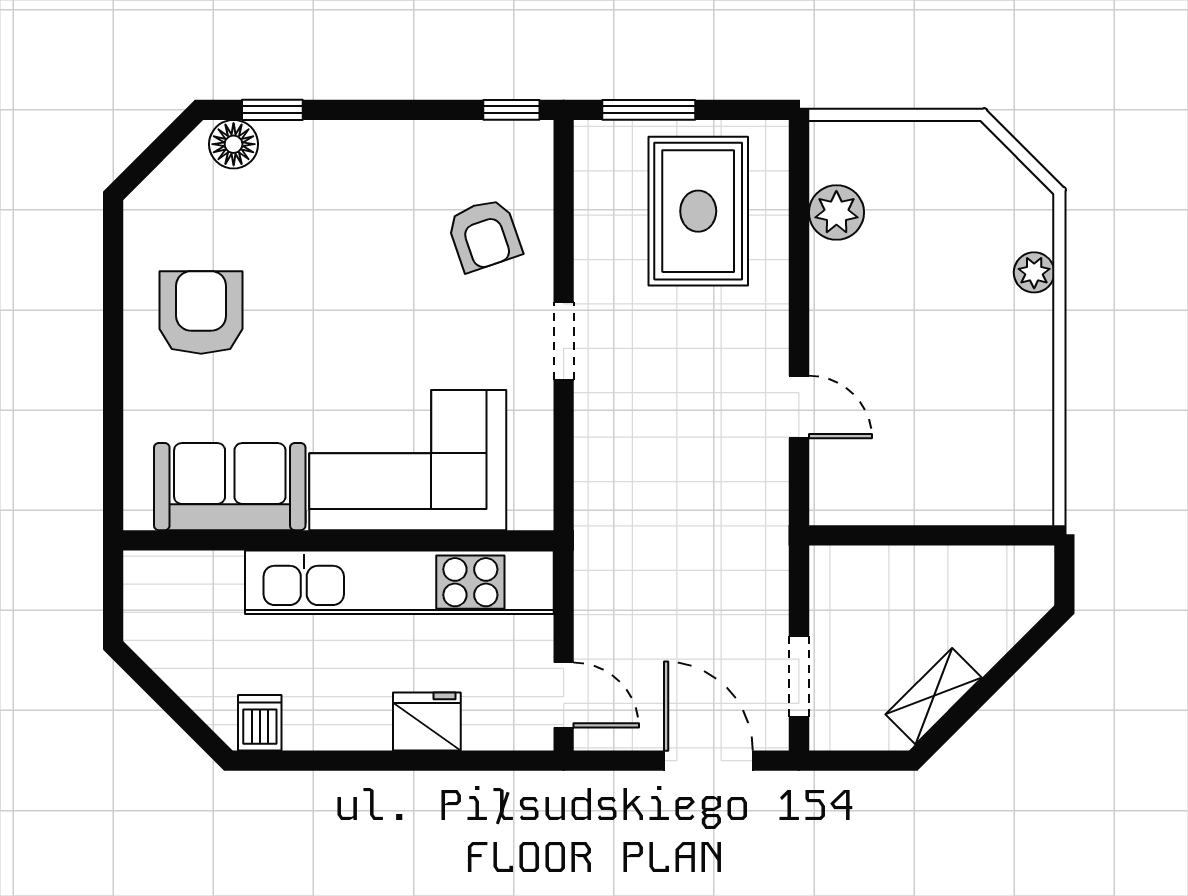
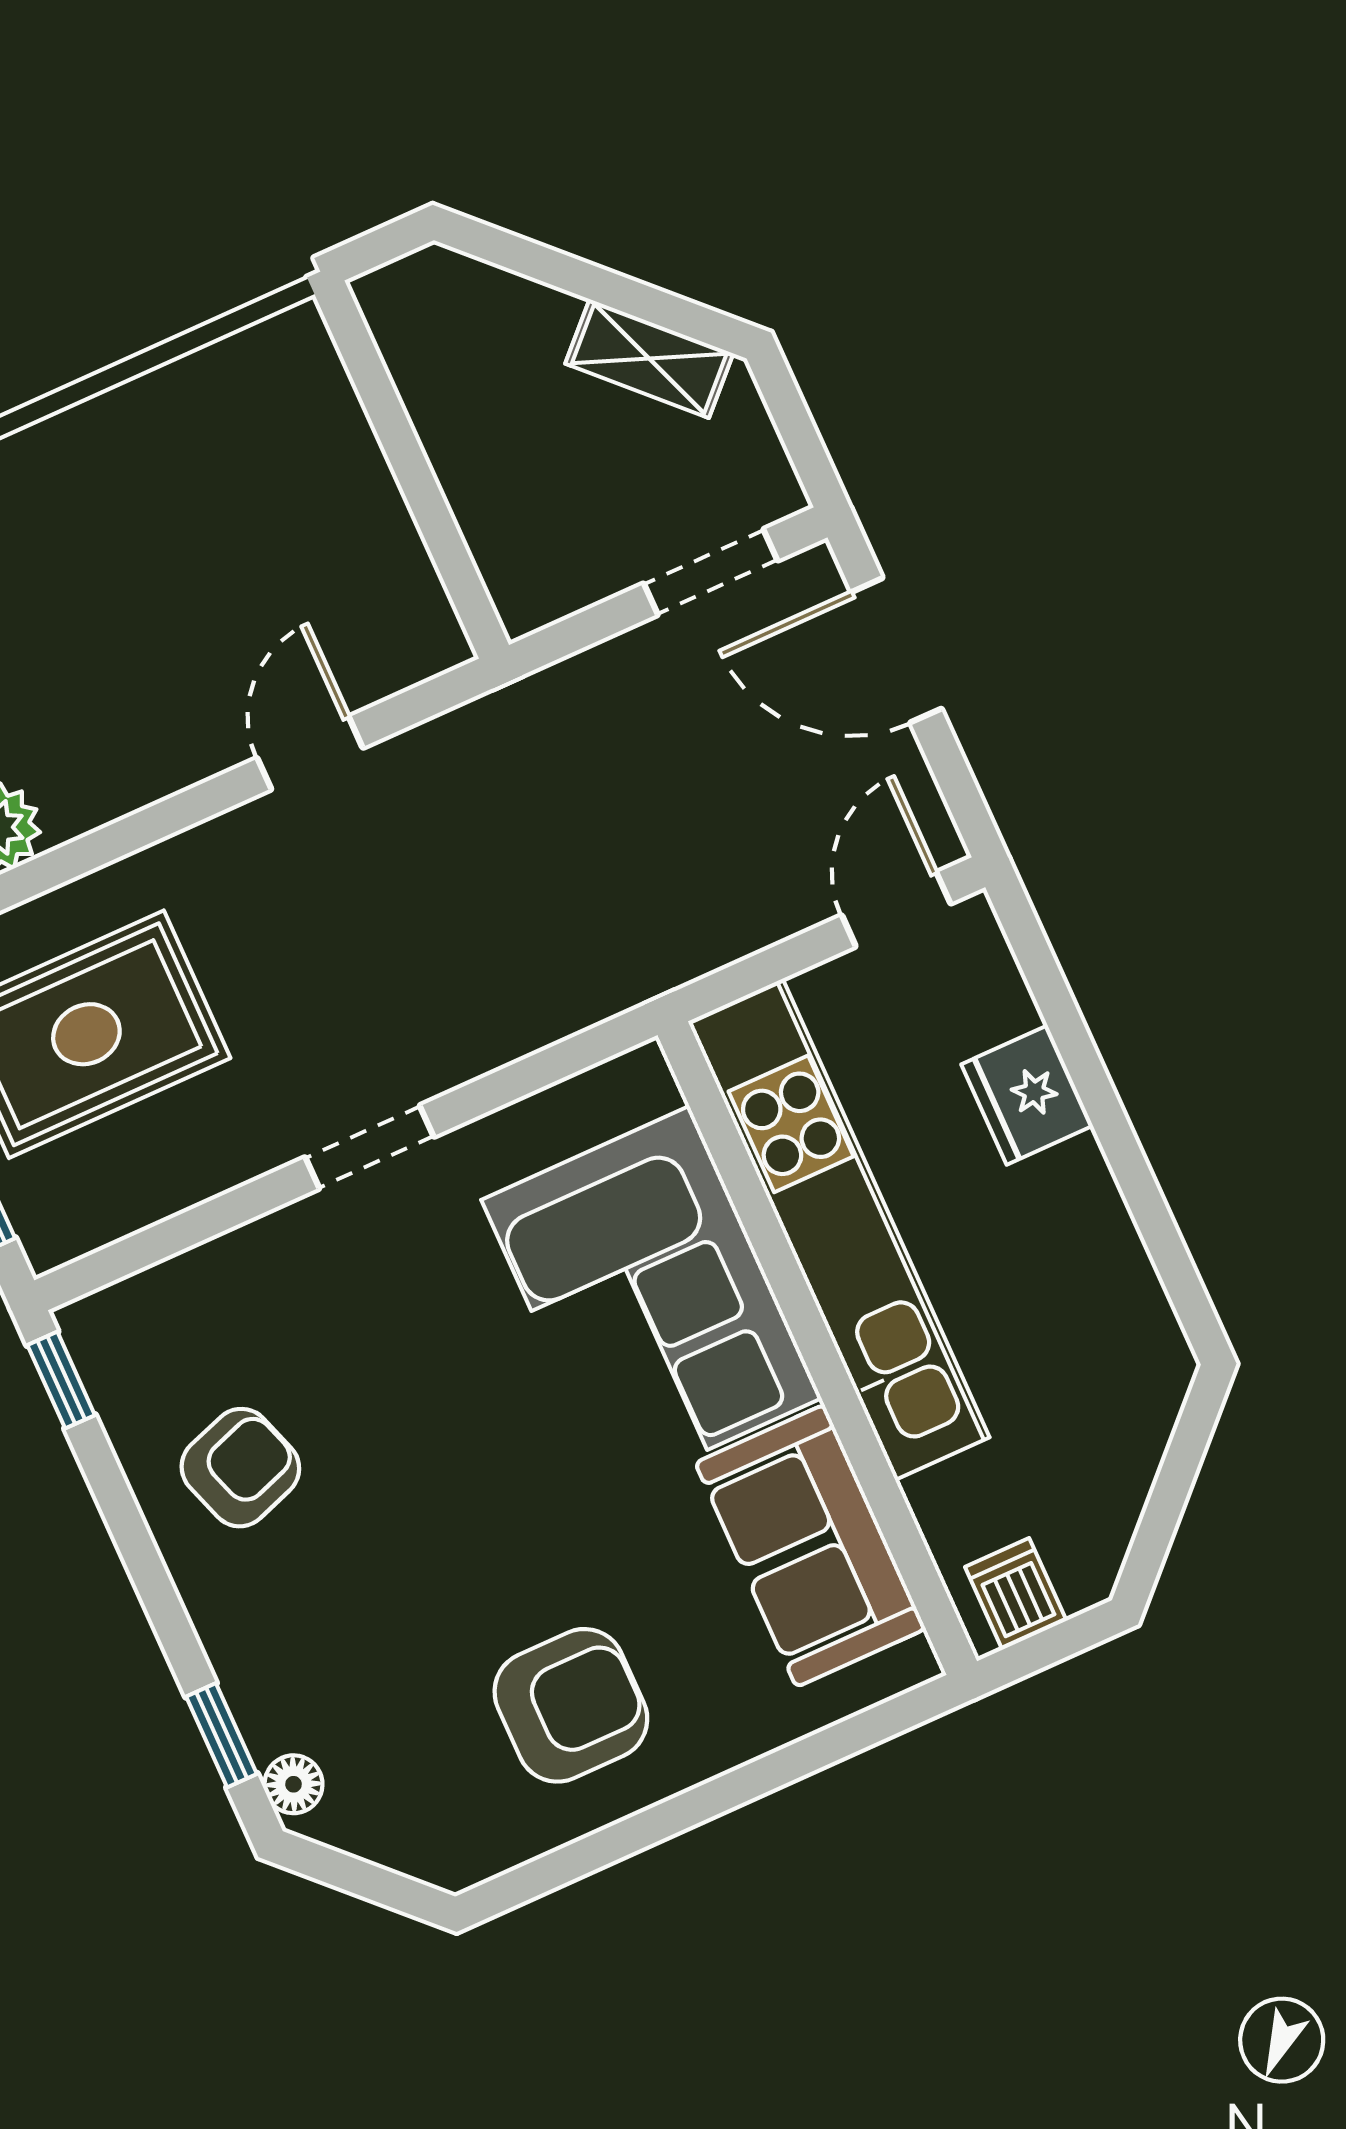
floor lamp: (234, 144) -> (293, 1784), width x0.73, depth x0.73
armchair: (484, 235) -> (240, 1468), moved
armchair: (201, 313) -> (571, 1705), turned 180
dishwasher: (260, 723) -> (1016, 1594), moved, turned 90
door: (708, 761) -> (896, 650), hinge flipped

